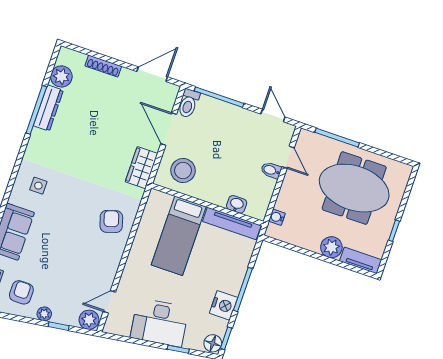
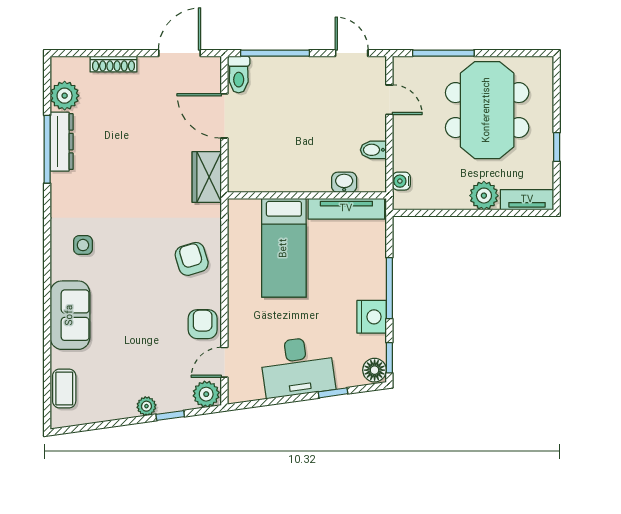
stool: (183, 170) -> (261, 162), removed
bidet: (271, 170) -> (373, 150), moved
meeting table: (354, 188) -> (487, 110), turned 90
armchair: (21, 292) -> (203, 324), moved

